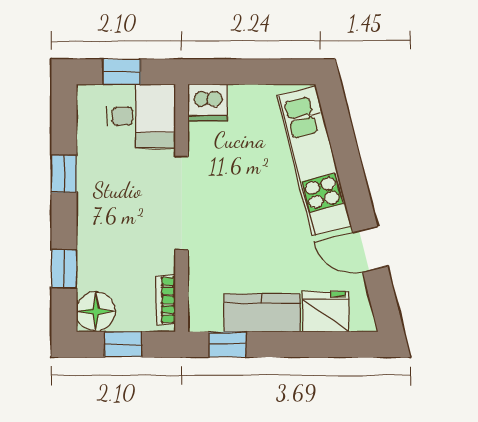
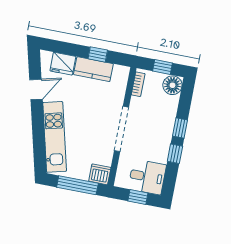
window: (249, 72) -> (77, 185), added
desk: (141, 116) -> (147, 177), moved, turned 180
door: (370, 249) -> (36, 89), hinge flipped
window: (64, 269) -> (180, 128), moved
window: (227, 344) -> (98, 54), moved

